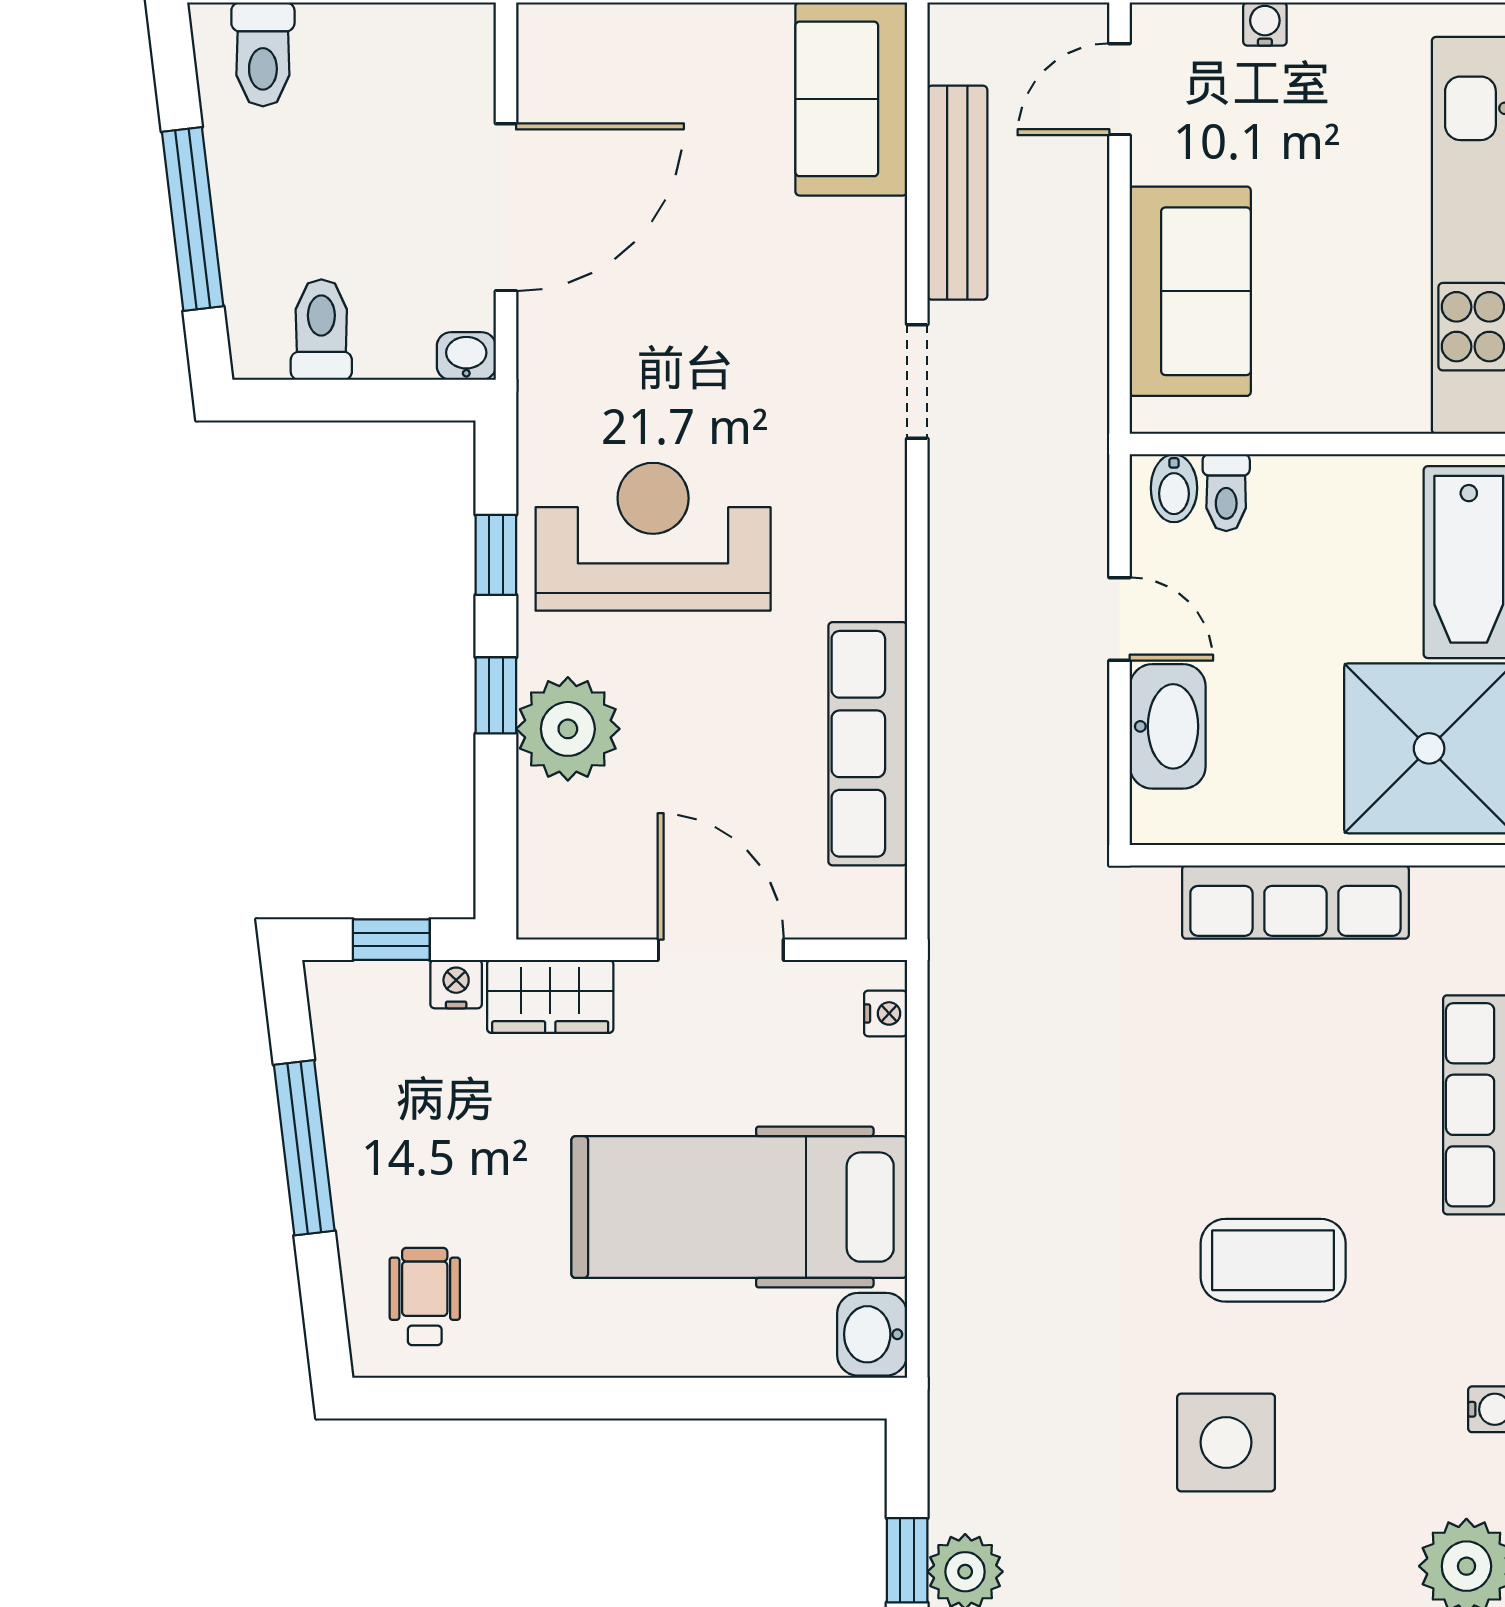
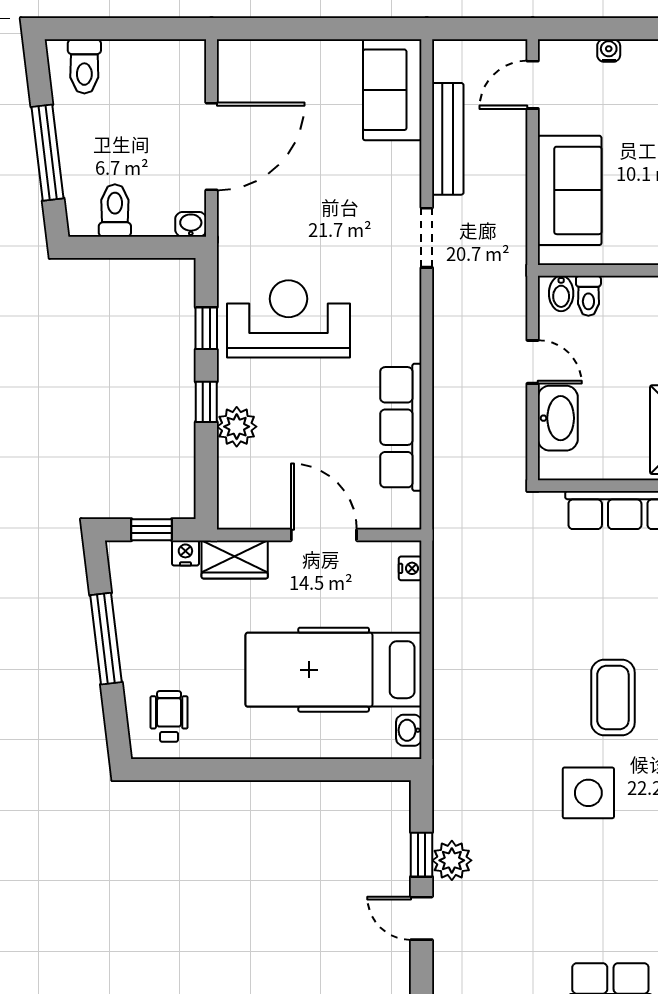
plant: (568, 729) -> (237, 427), width x0.73, depth x0.73
coffee table: (1273, 1260) -> (613, 698), turned 90
washbasin: (872, 1334) -> (409, 730), width x0.72, depth x0.69

